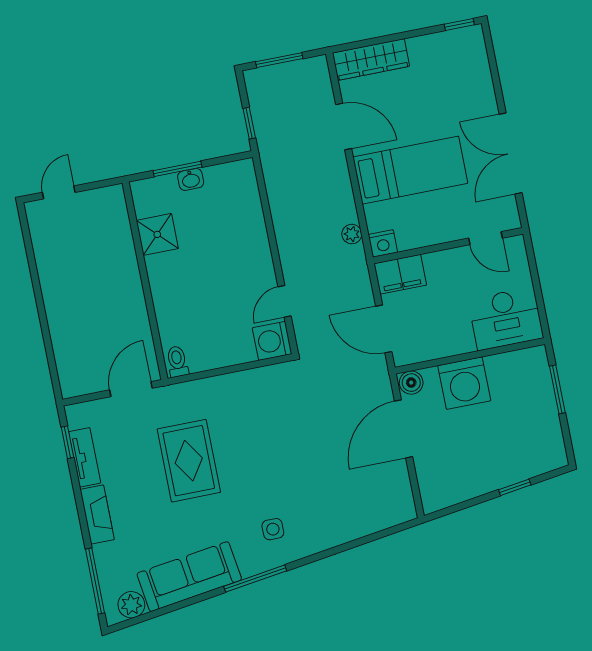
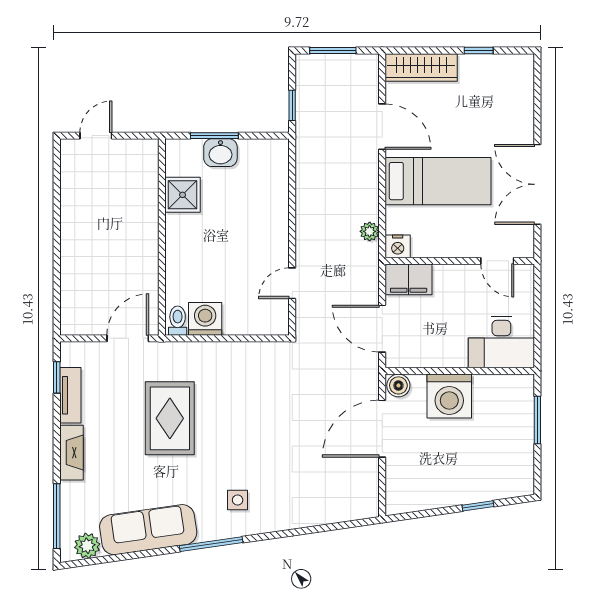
window: (459, 24) -> (479, 51), moved
washbasin: (191, 179) -> (220, 153), width x1.38, depth x1.45
washing machine: (272, 341) -> (205, 319), moved, turned 90

